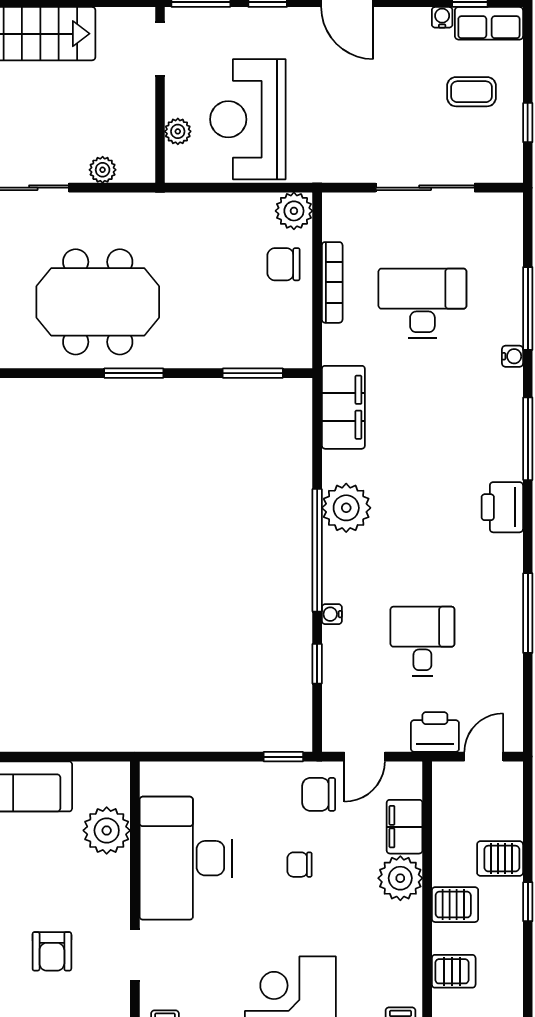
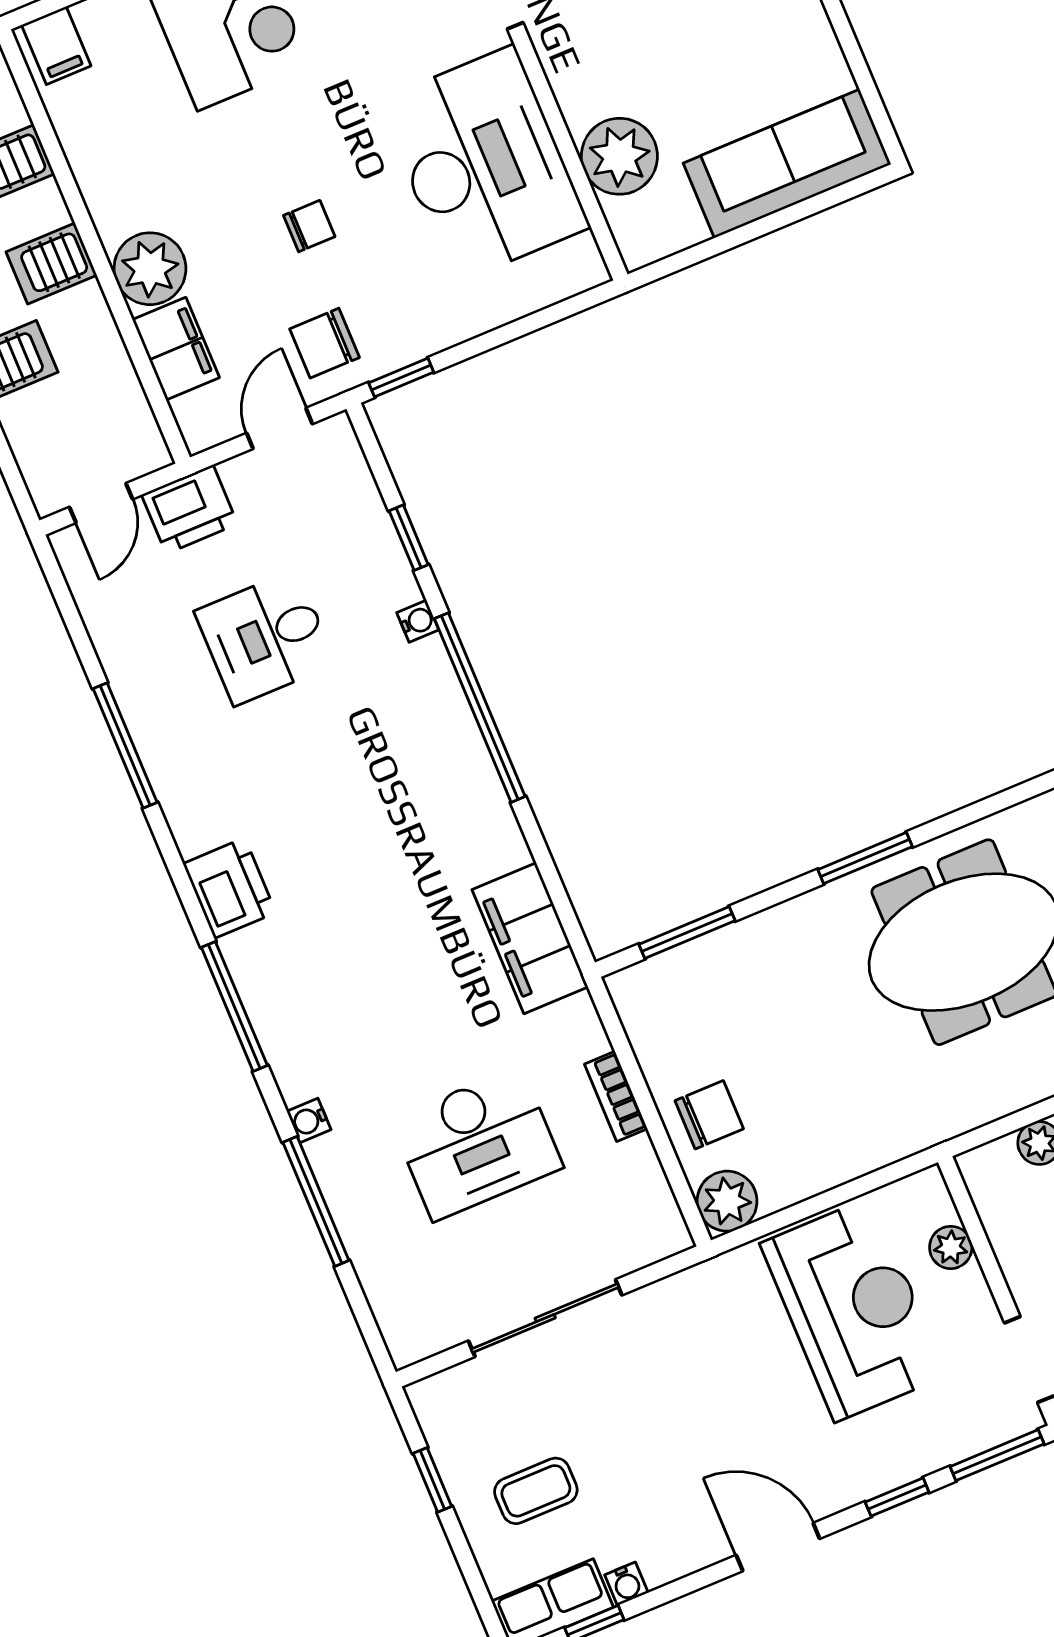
bookcase: (332, 282) -> (616, 1096), width x0.64
plant: (346, 508) -> (463, 789), removed
desk: (422, 641) -> (265, 637), turned 90
chair: (319, 794) -> (325, 343), turned 180

